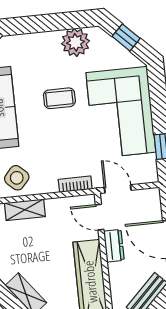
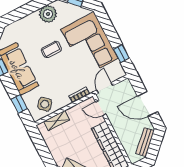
door: (118, 189) -> (105, 88), hinge flipped
dresser: (114, 246) -> (115, 121), removed

